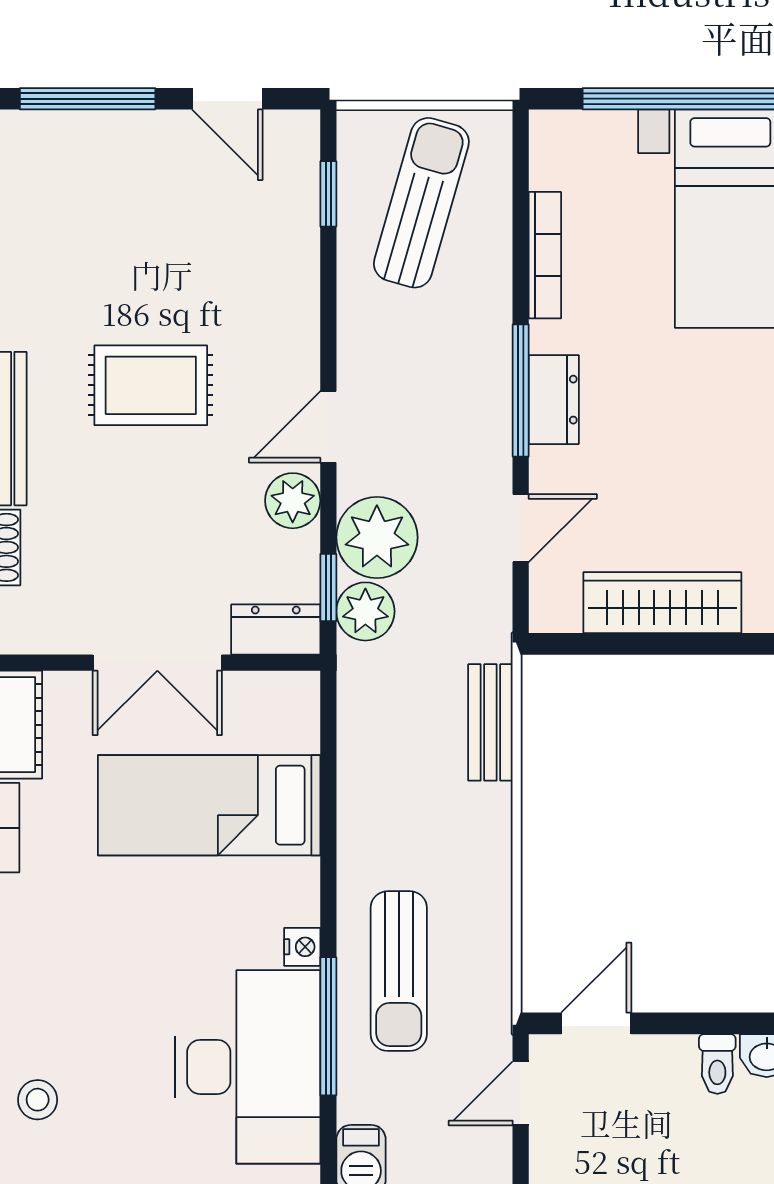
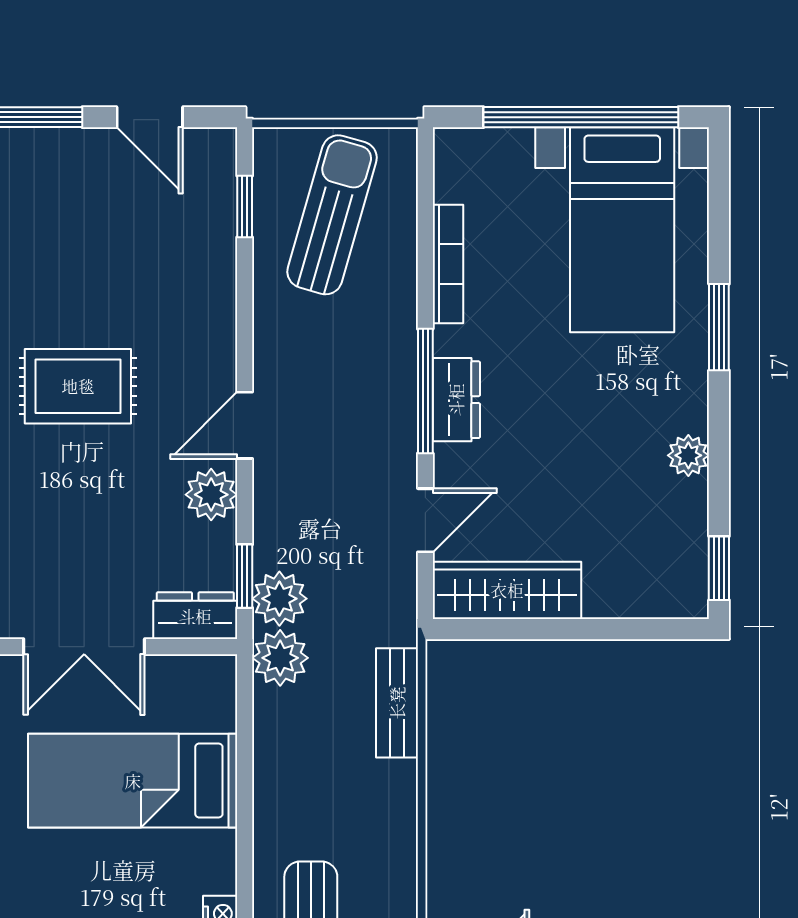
plant: (377, 537) -> (280, 658), moved, width x0.73, depth x0.73
wardrobe: (662, 603) -> (507, 590), moved

